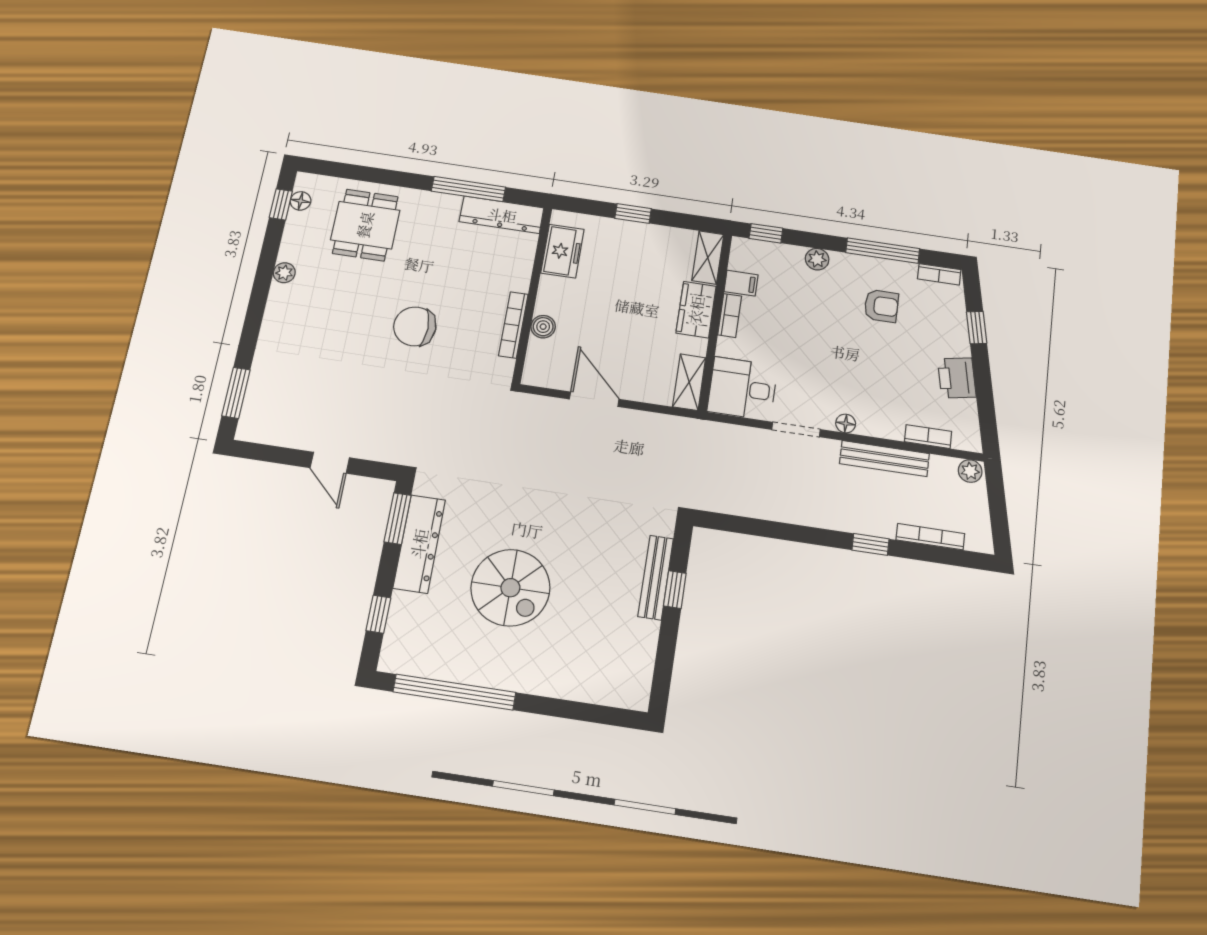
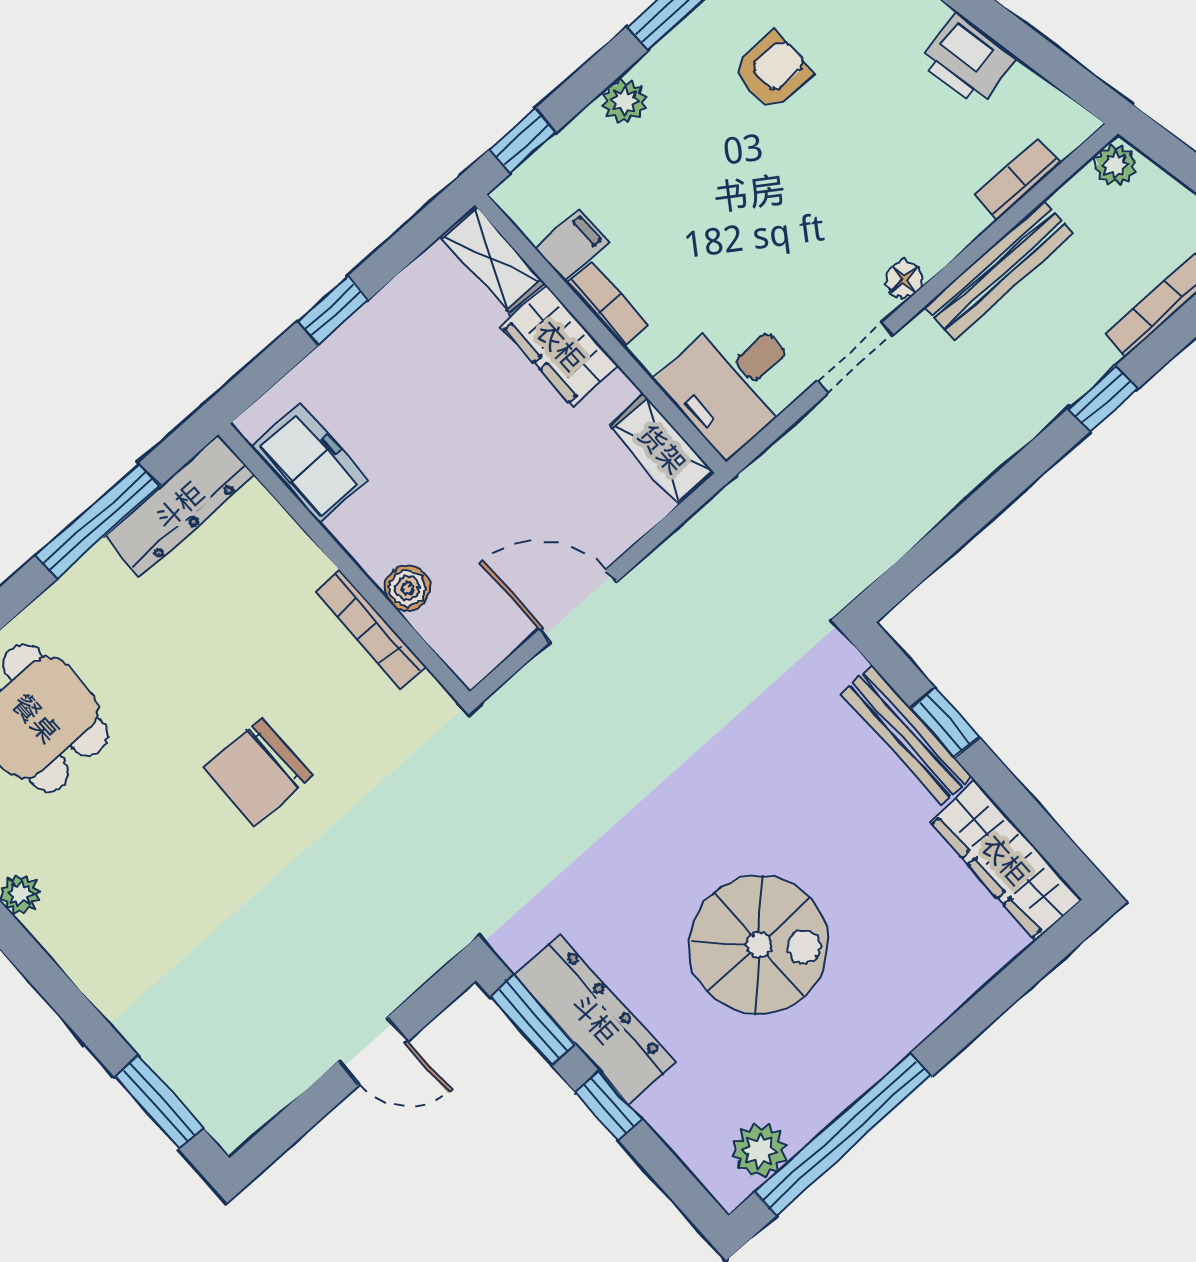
window: (378, 614) -> (609, 1106), moved
plant: (417, 661) -> (760, 1150), added
wardrobe: (637, 664) -> (1005, 860), added

